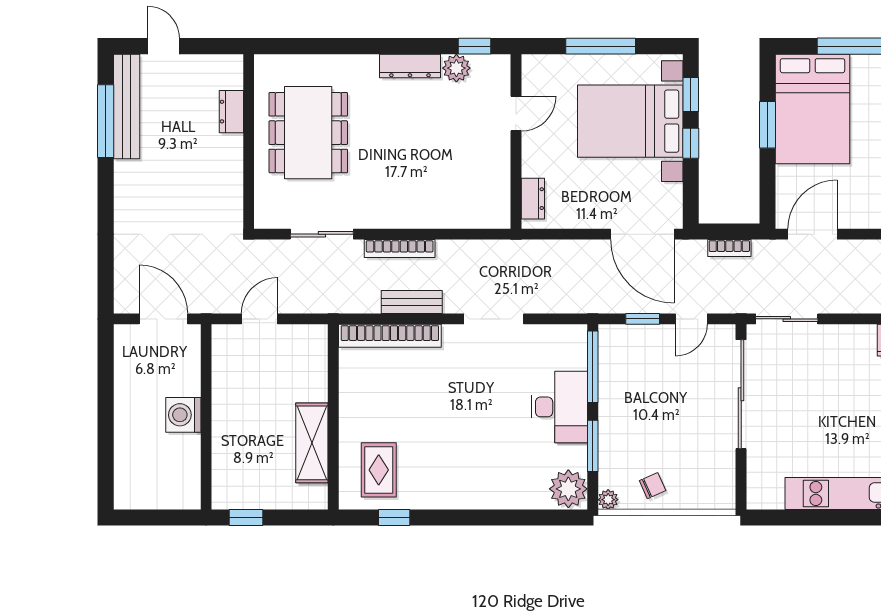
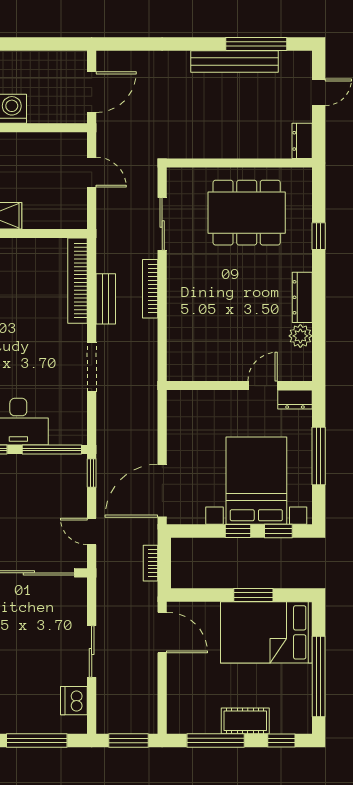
window: (474, 46) -> (319, 236), moved
bench: (127, 107) -> (234, 61), moved
dresser: (231, 112) -> (302, 141), moved, turned -90
door: (516, 114) -> (263, 386), swing flipped
dresser: (533, 199) -> (295, 400), moved
window: (643, 319) -> (92, 473), moved
sliding door: (787, 319) -> (92, 652), moved

